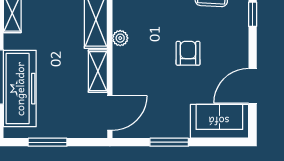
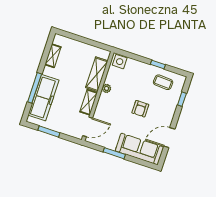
armchair: (188, 53) -> (140, 109), turned 180
sofa: (219, 121) -> (139, 149), width x1.36

